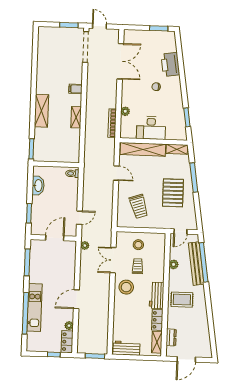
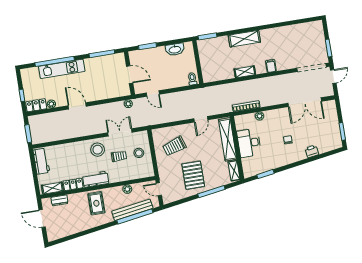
printer: (170, 64) -> (312, 151), width x0.53, depth x0.68
pallet: (173, 193) -> (193, 175), turned 90

